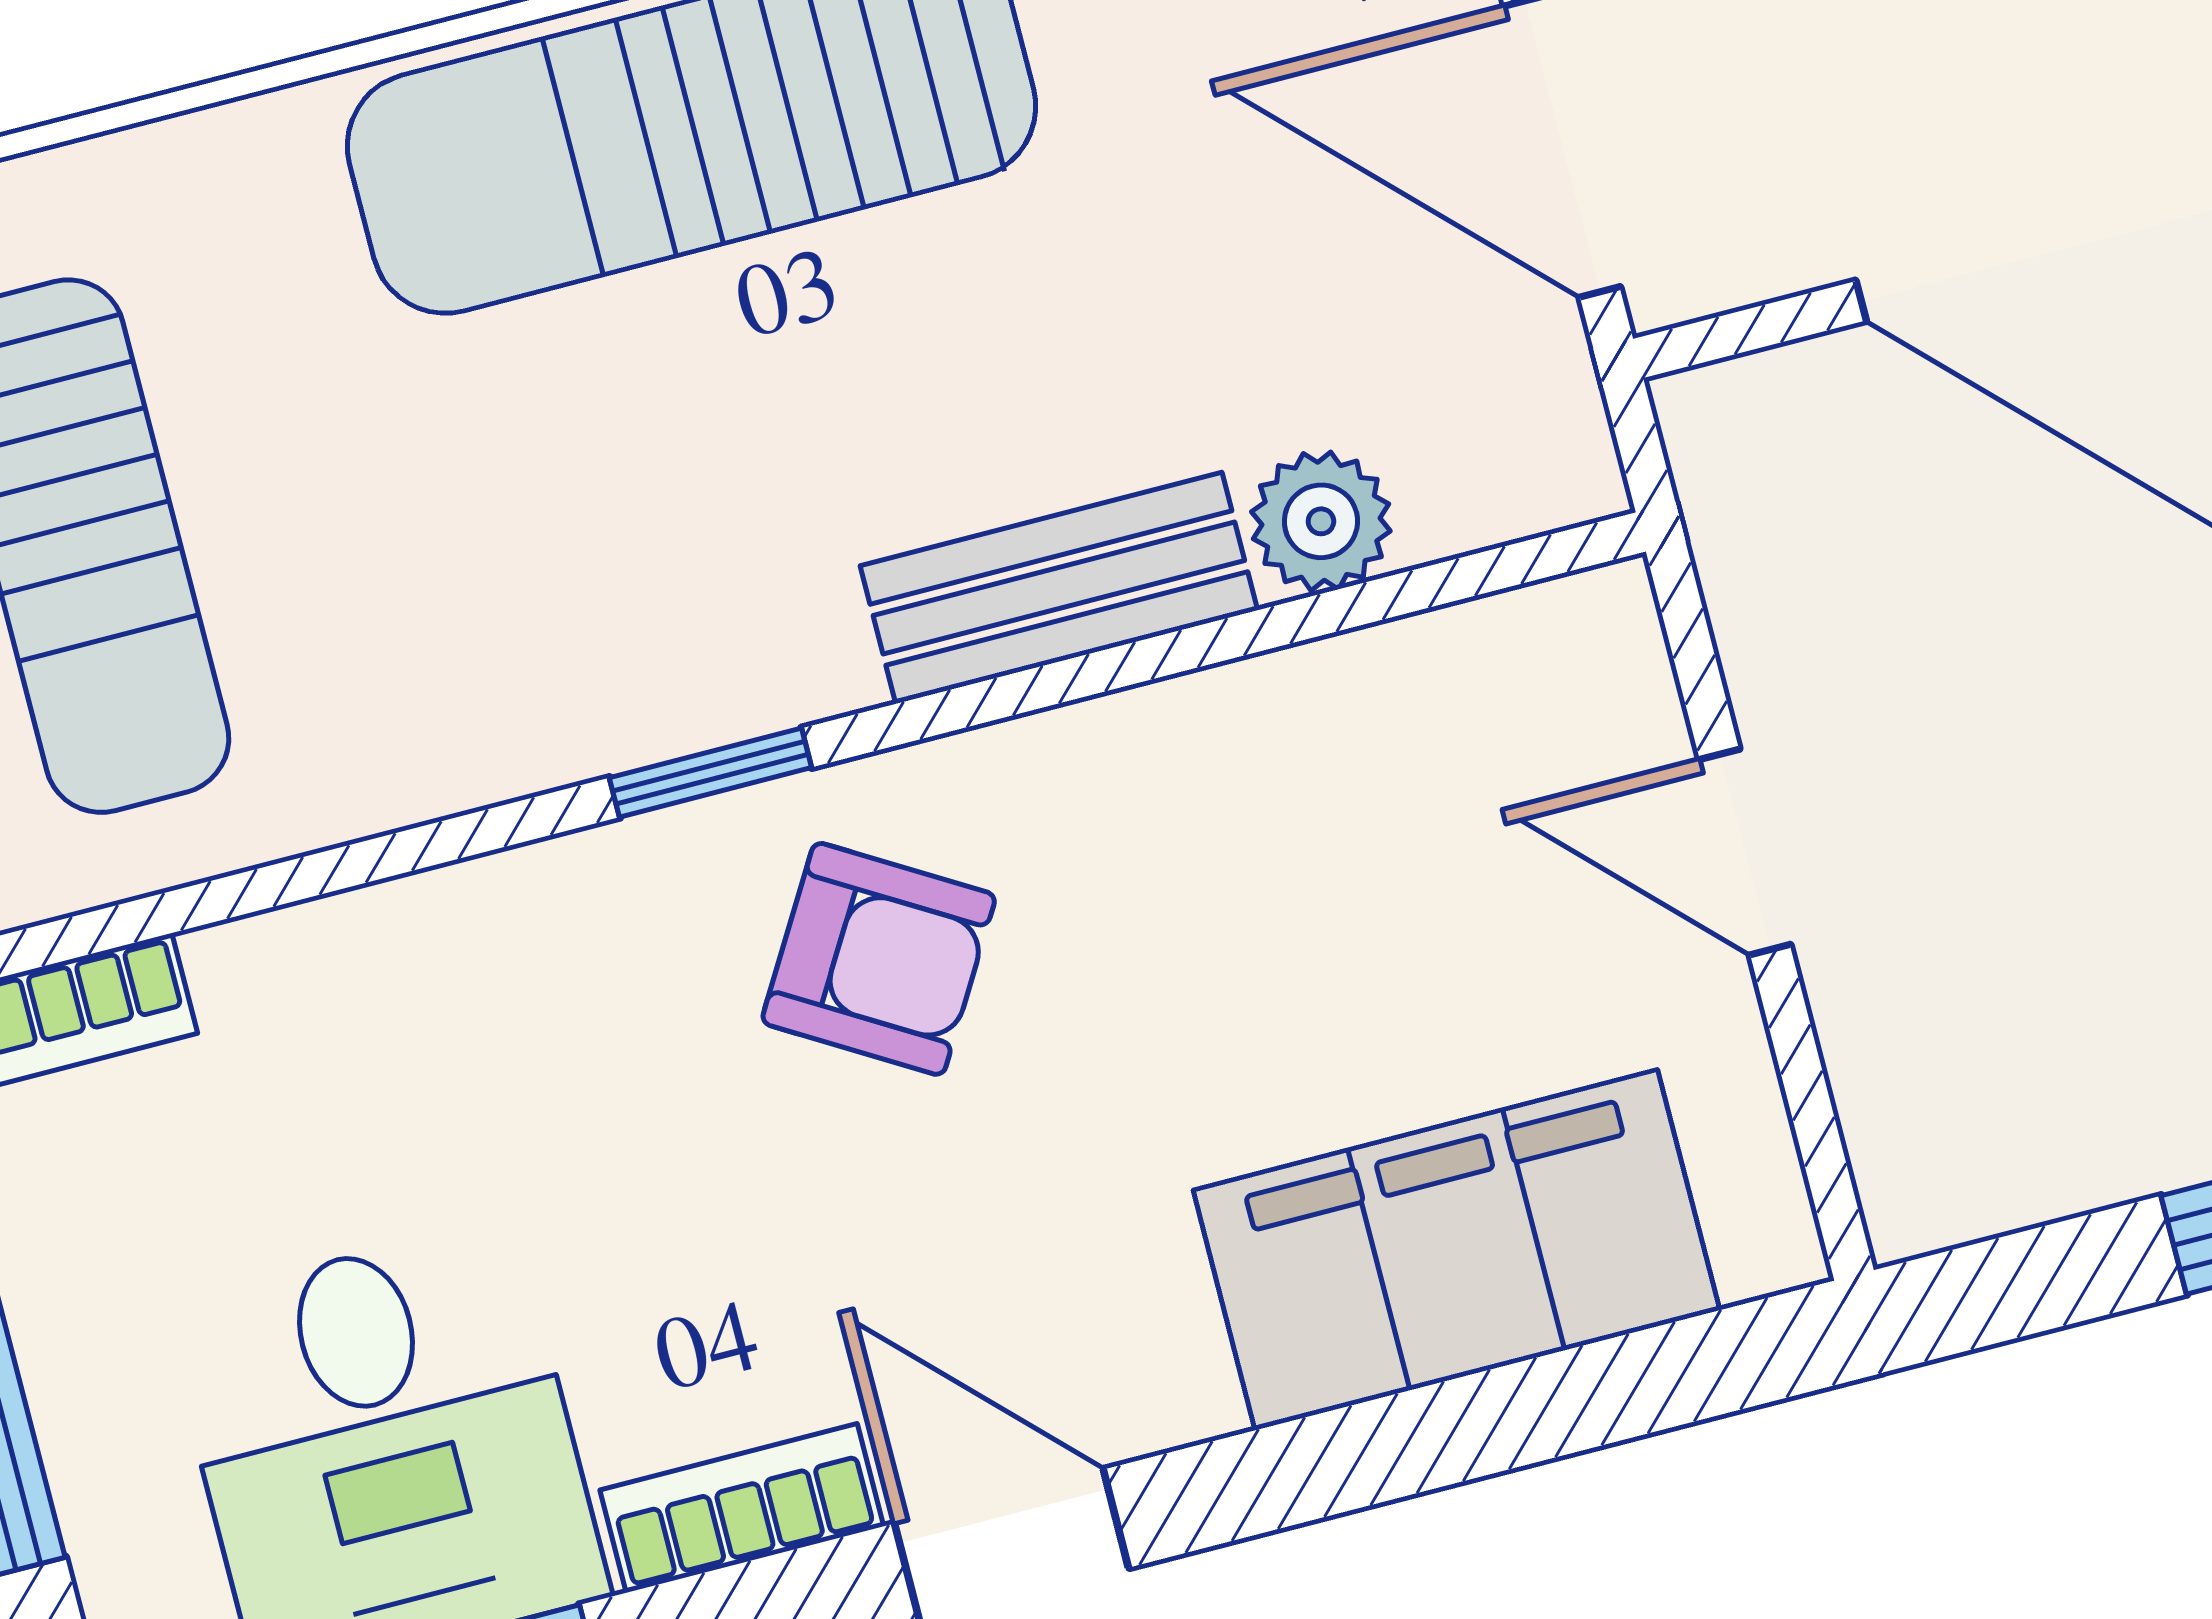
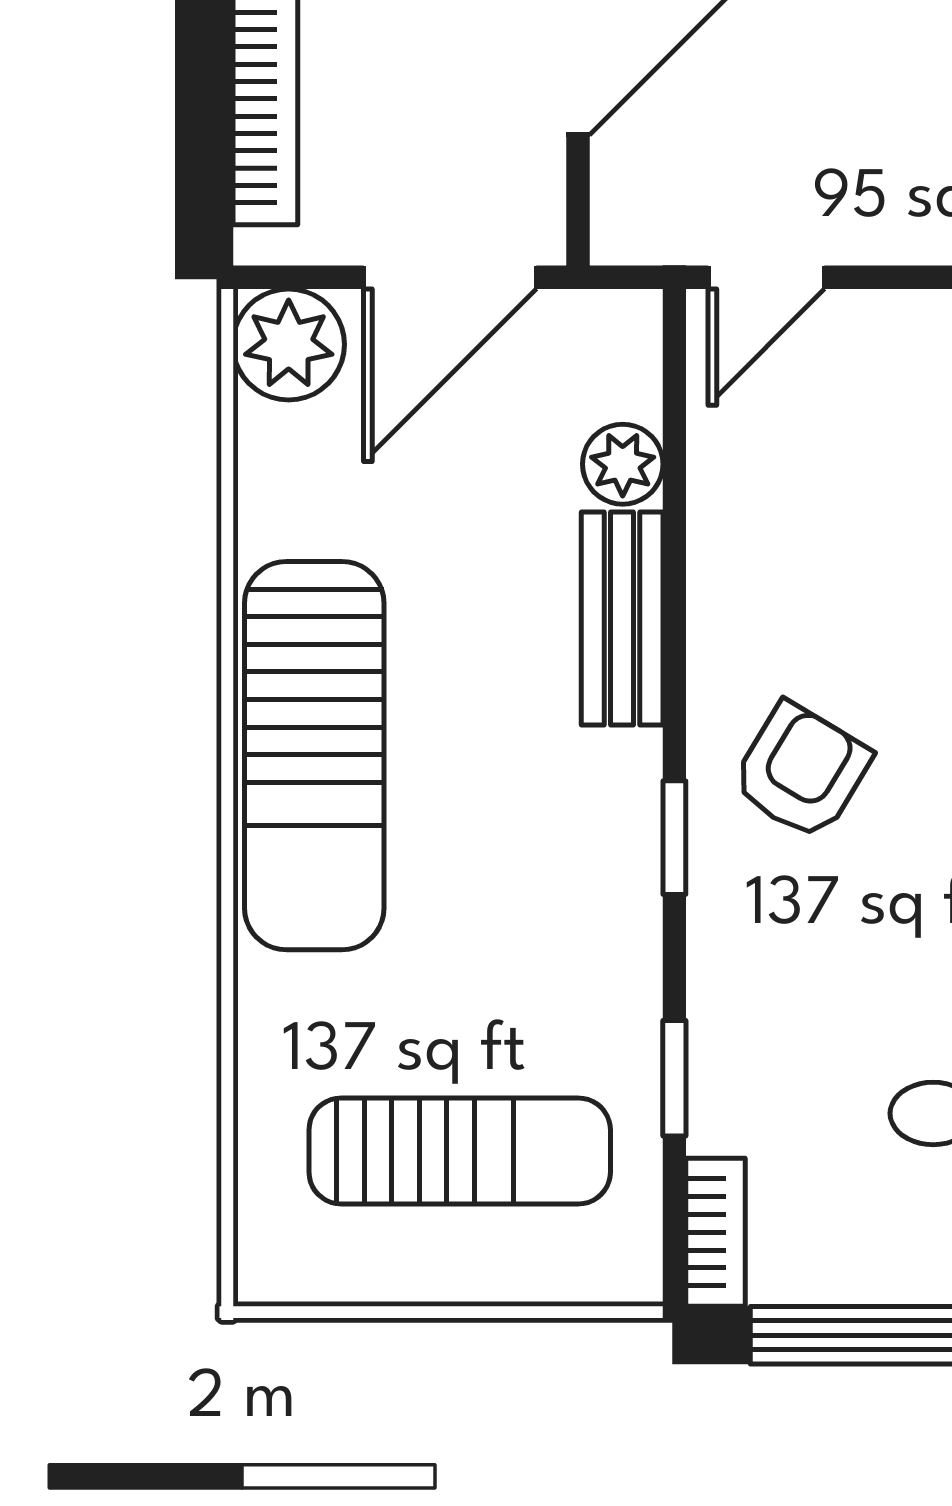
door: (1745, 852) -> (766, 277), moved
window: (302, 878) -> (674, 1078), added

